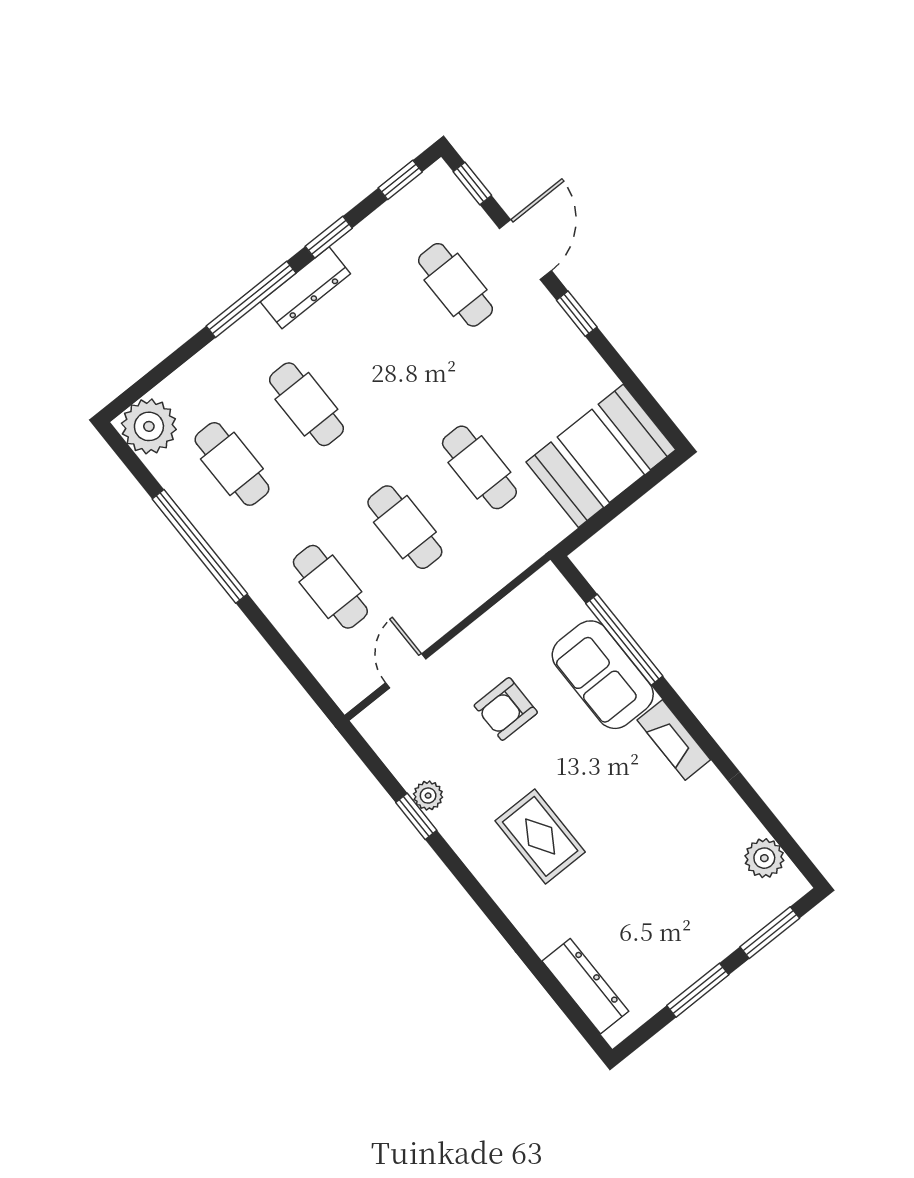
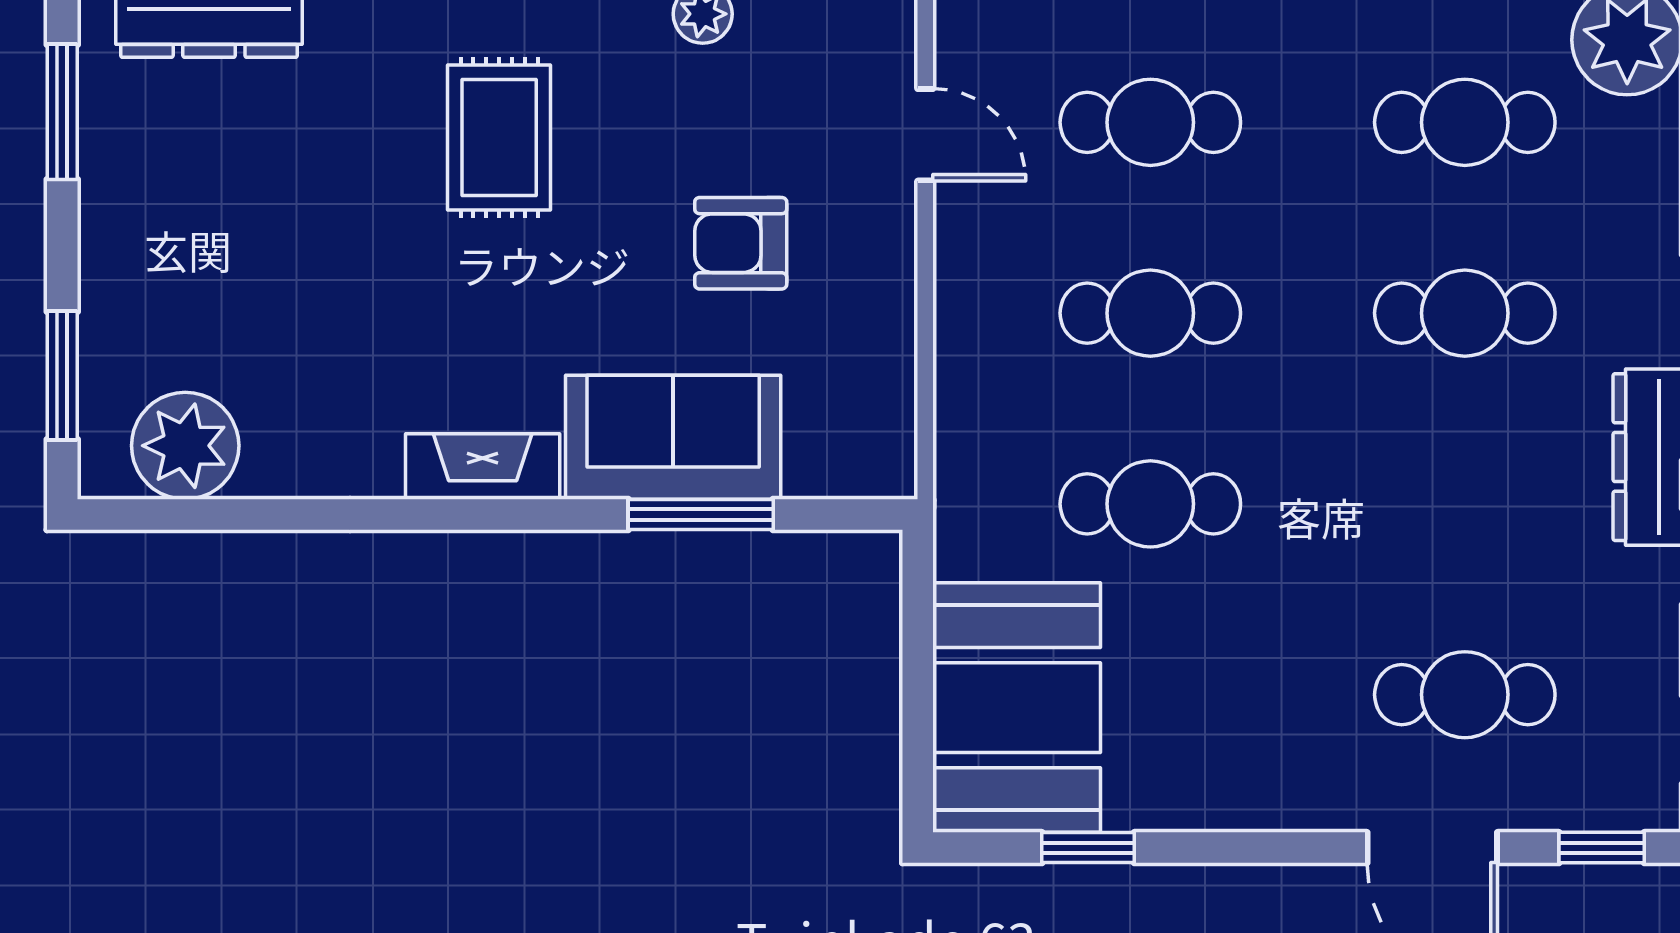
window: (577, 314) -> (1088, 848), moved
window: (624, 640) -> (701, 514), width x0.69
armchair: (506, 709) -> (741, 243), turned -90
rug: (540, 836) -> (499, 138), turned 90
plant: (764, 858) -> (185, 446), width x1.36, depth x1.36
window: (698, 990) -> (62, 112), moved

